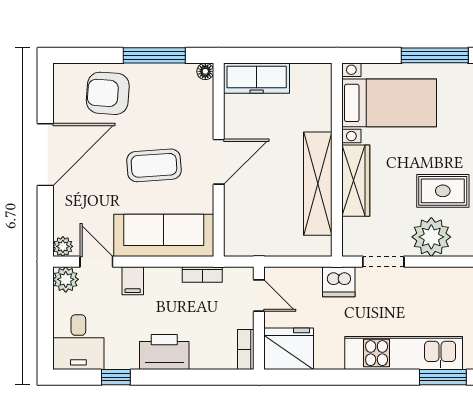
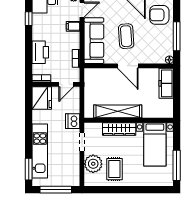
armchair: (108, 93) -> (159, 15), turned -94
printer: (164, 352) -> (40, 52), moved

